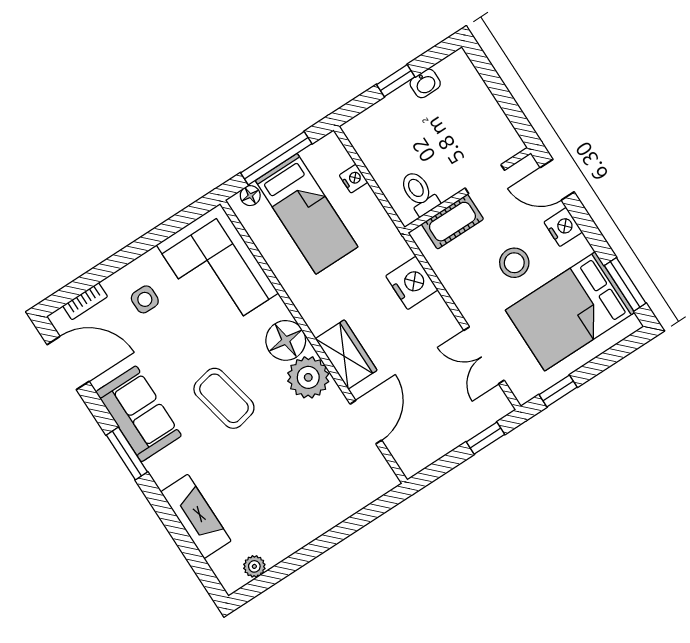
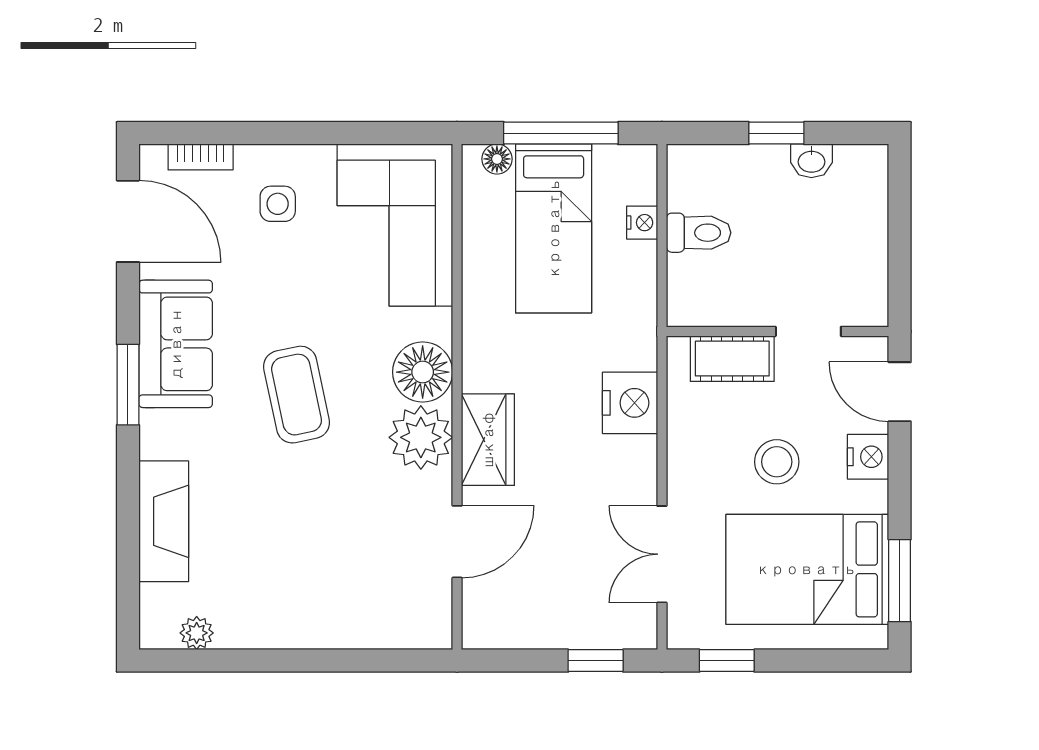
toilet: (419, 193) -> (699, 233), moved, turned 90

